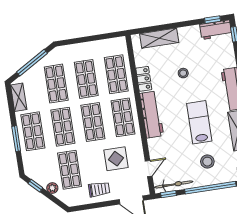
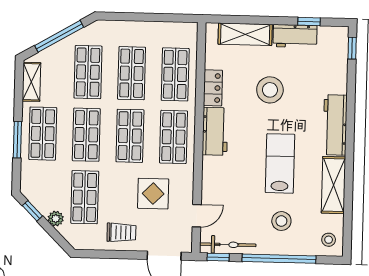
window: (213, 20) -> (309, 22), moved
workbench: (216, 30) -> (295, 36), moved
stool: (183, 73) -> (270, 90), width x1.89, depth x1.89
workbench: (152, 114) -> (215, 131), width x0.73

